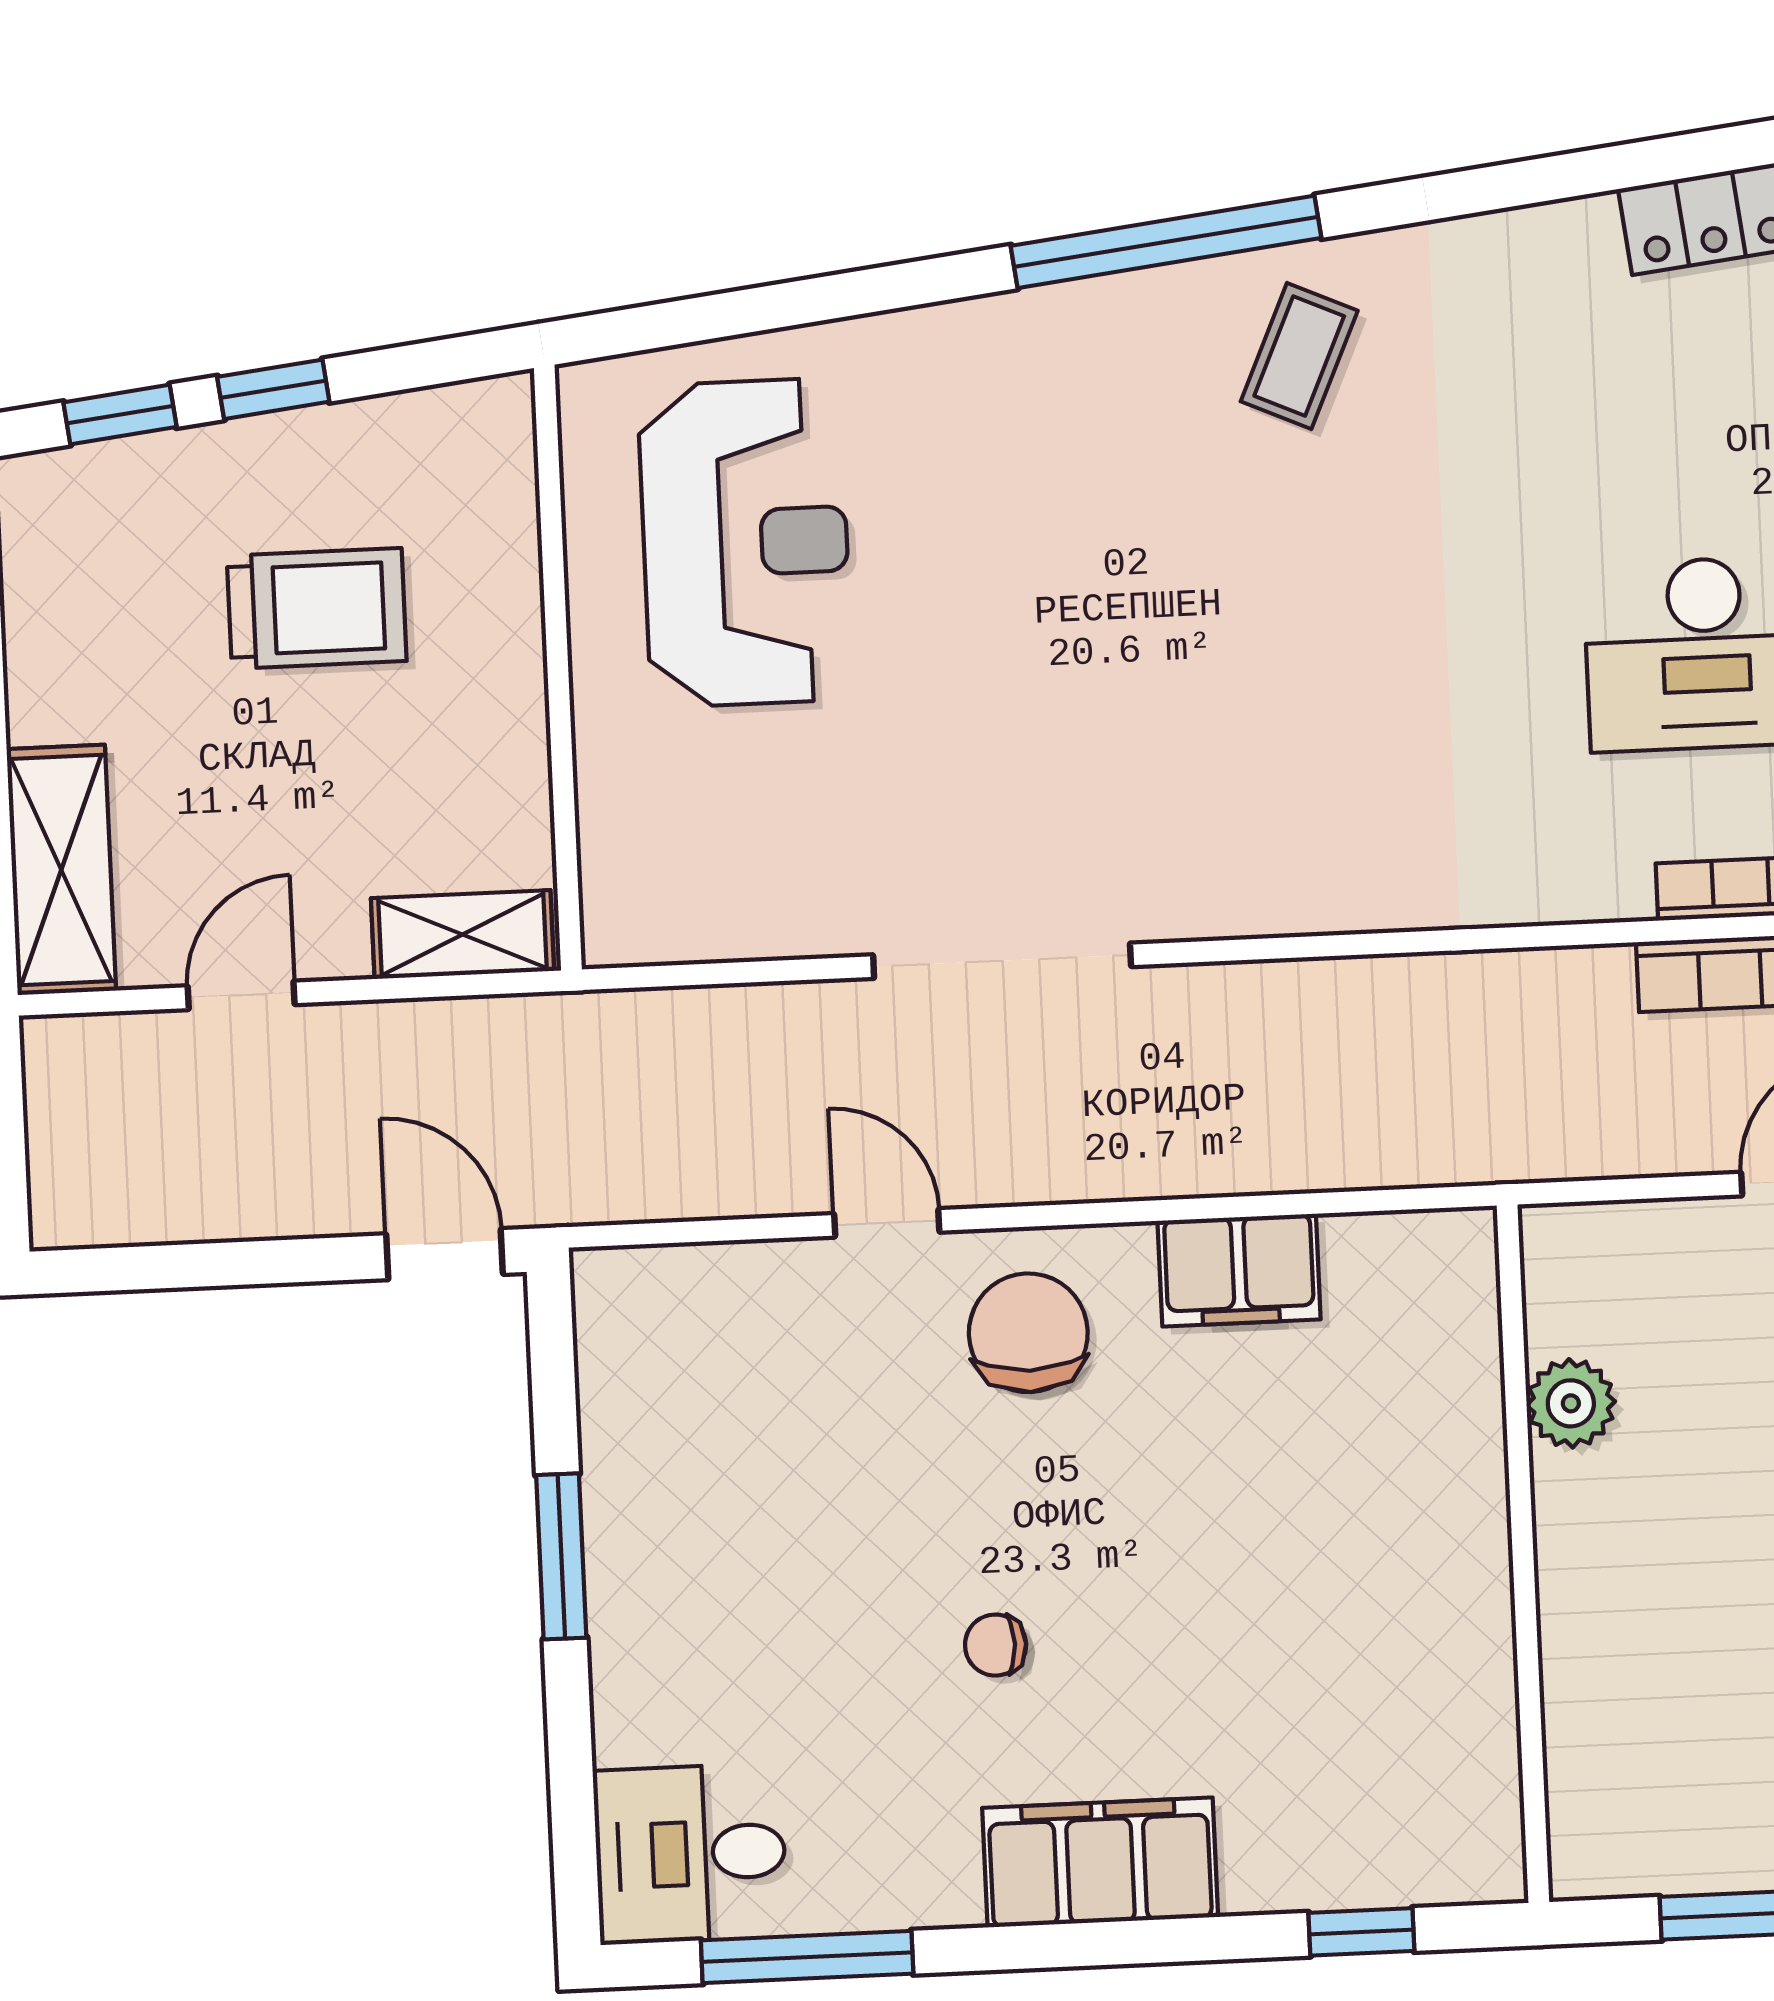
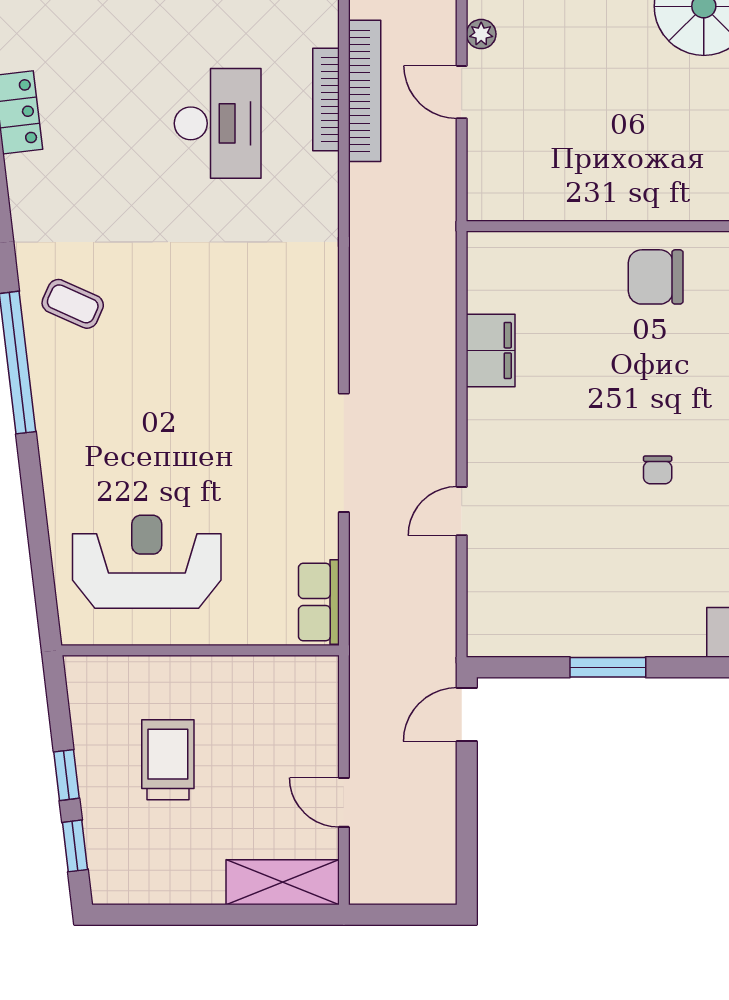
row of seats: (675, 921) -> (319, 602), added
shelving: (462, 935) -> (321, 700), removed
chair: (1028, 1333) -> (656, 277), moved
plant: (1571, 1403) -> (559, 201), removed

